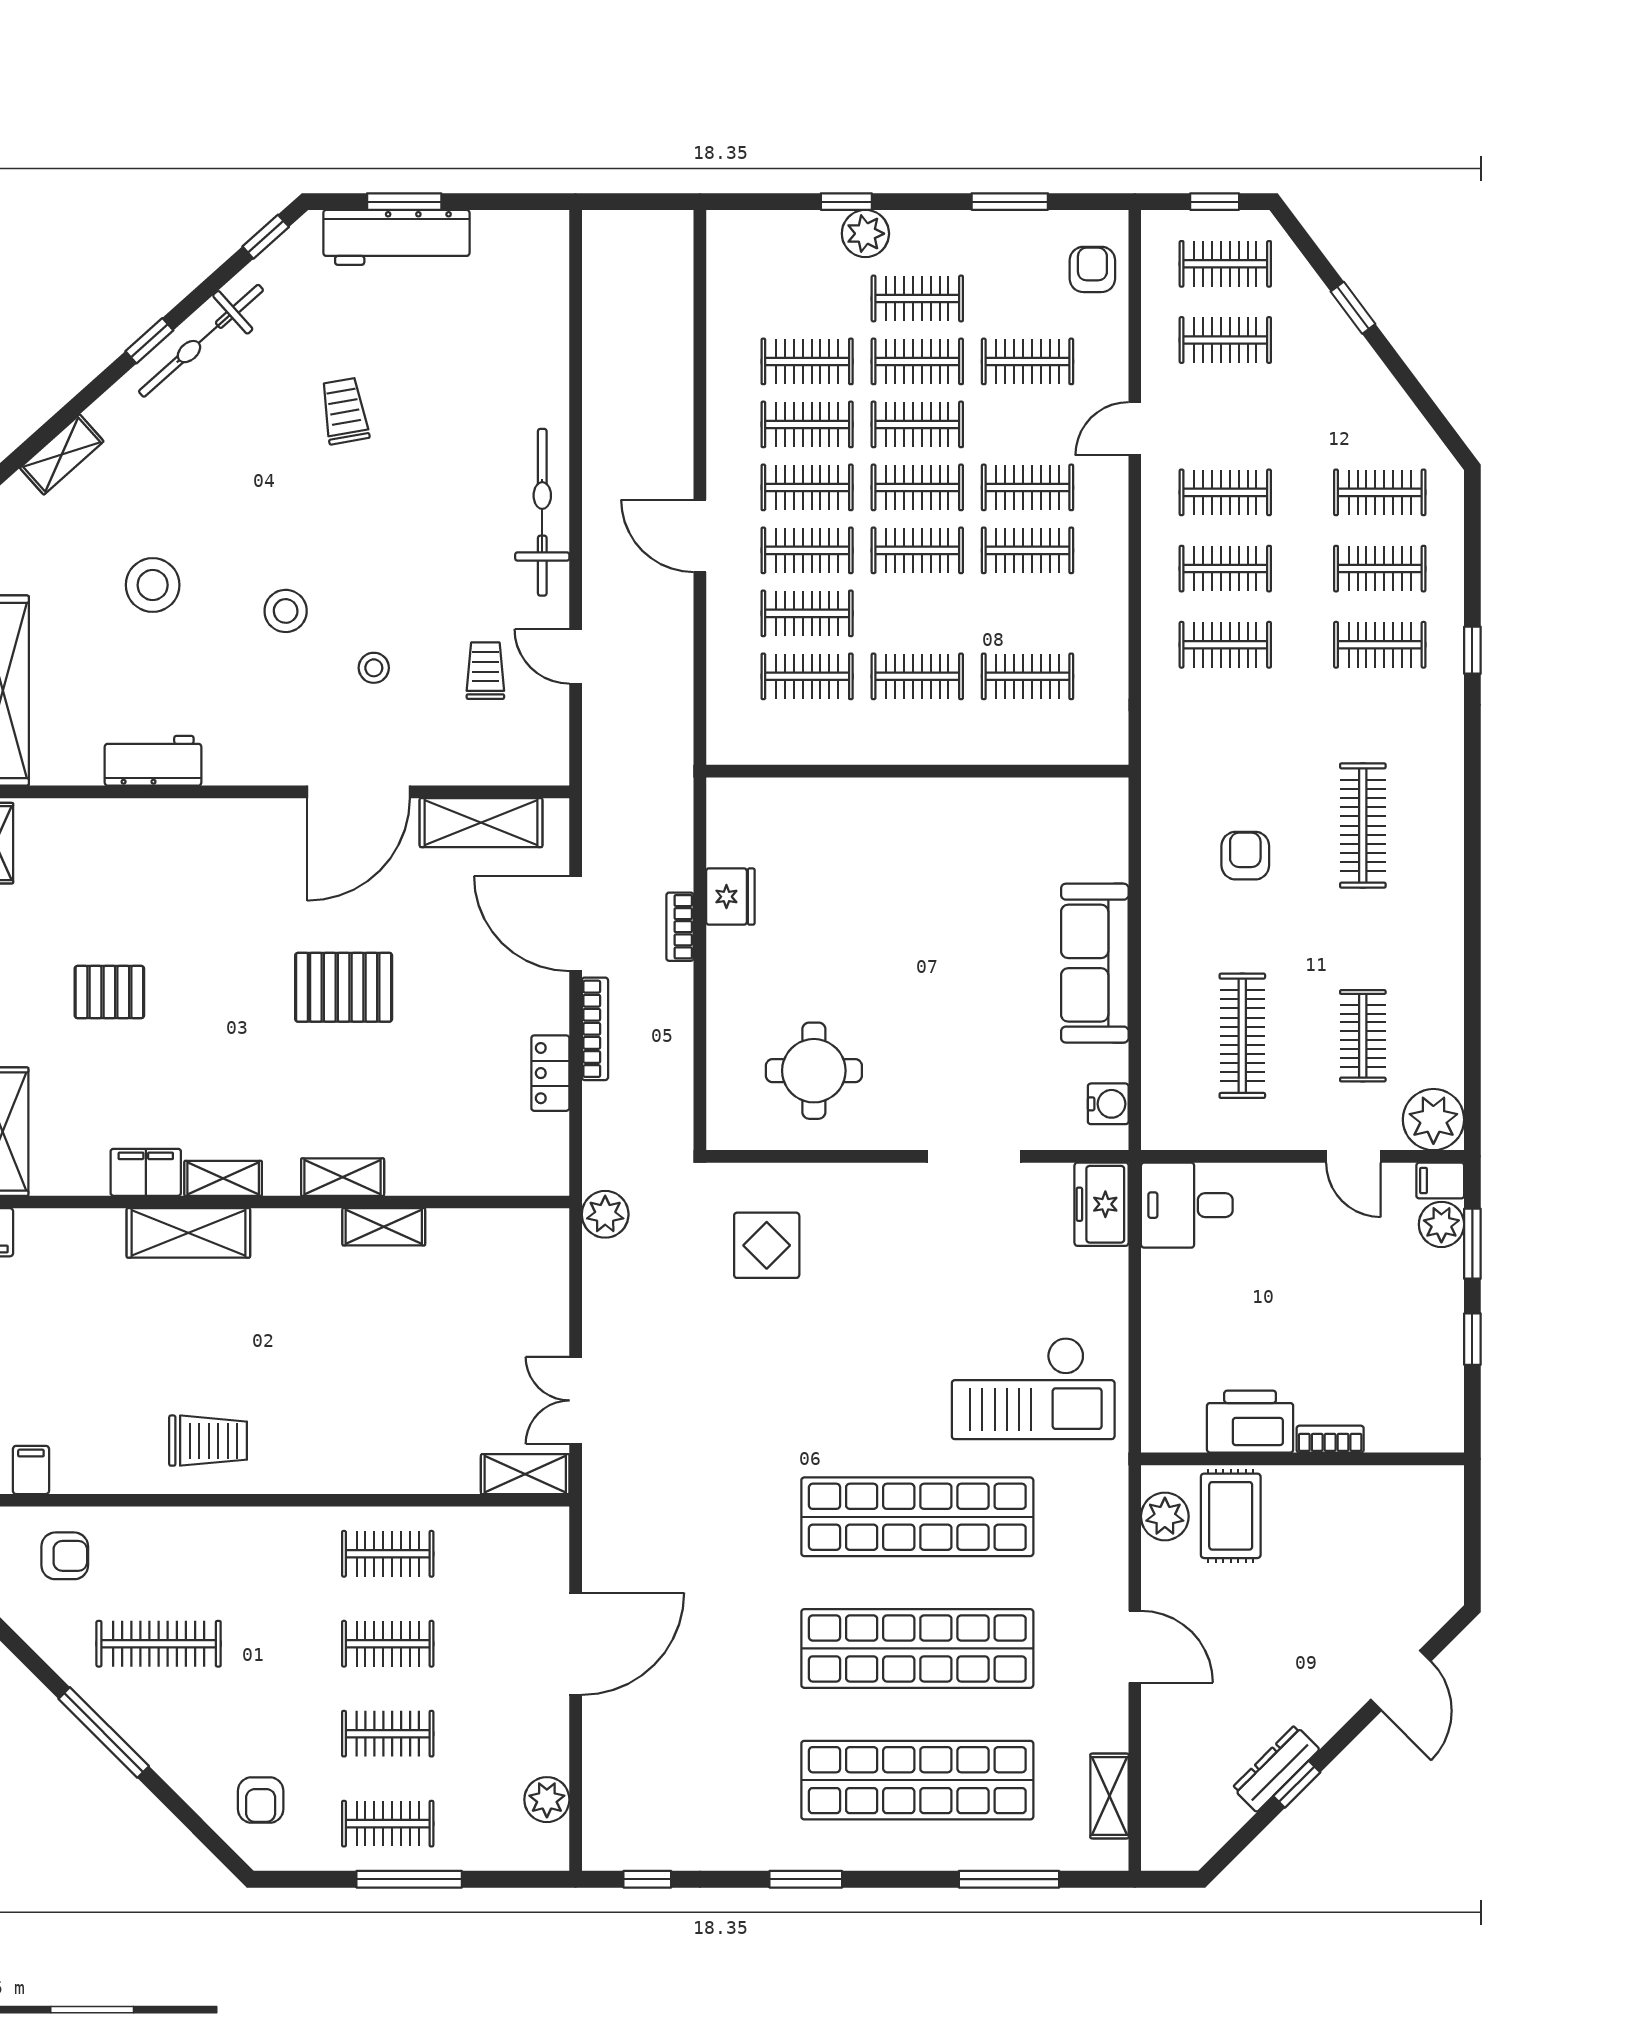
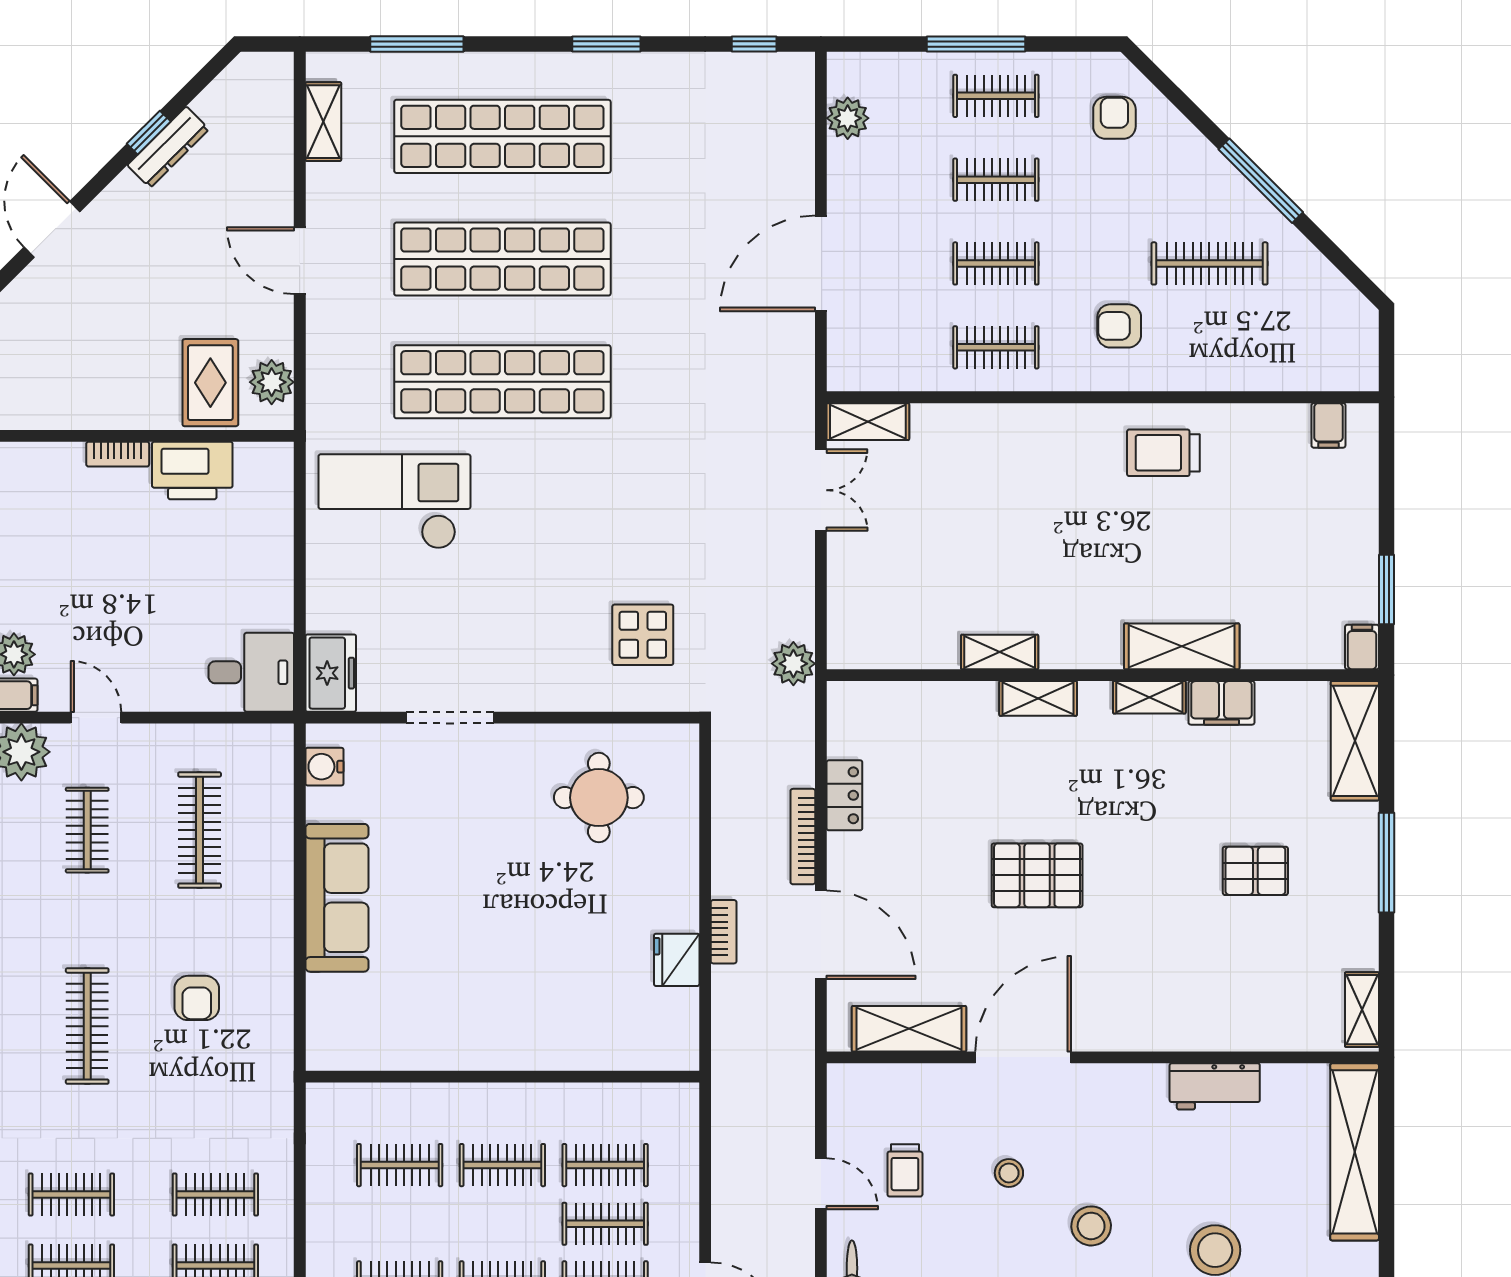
armchair: (65, 1556) -> (1119, 326), moved

